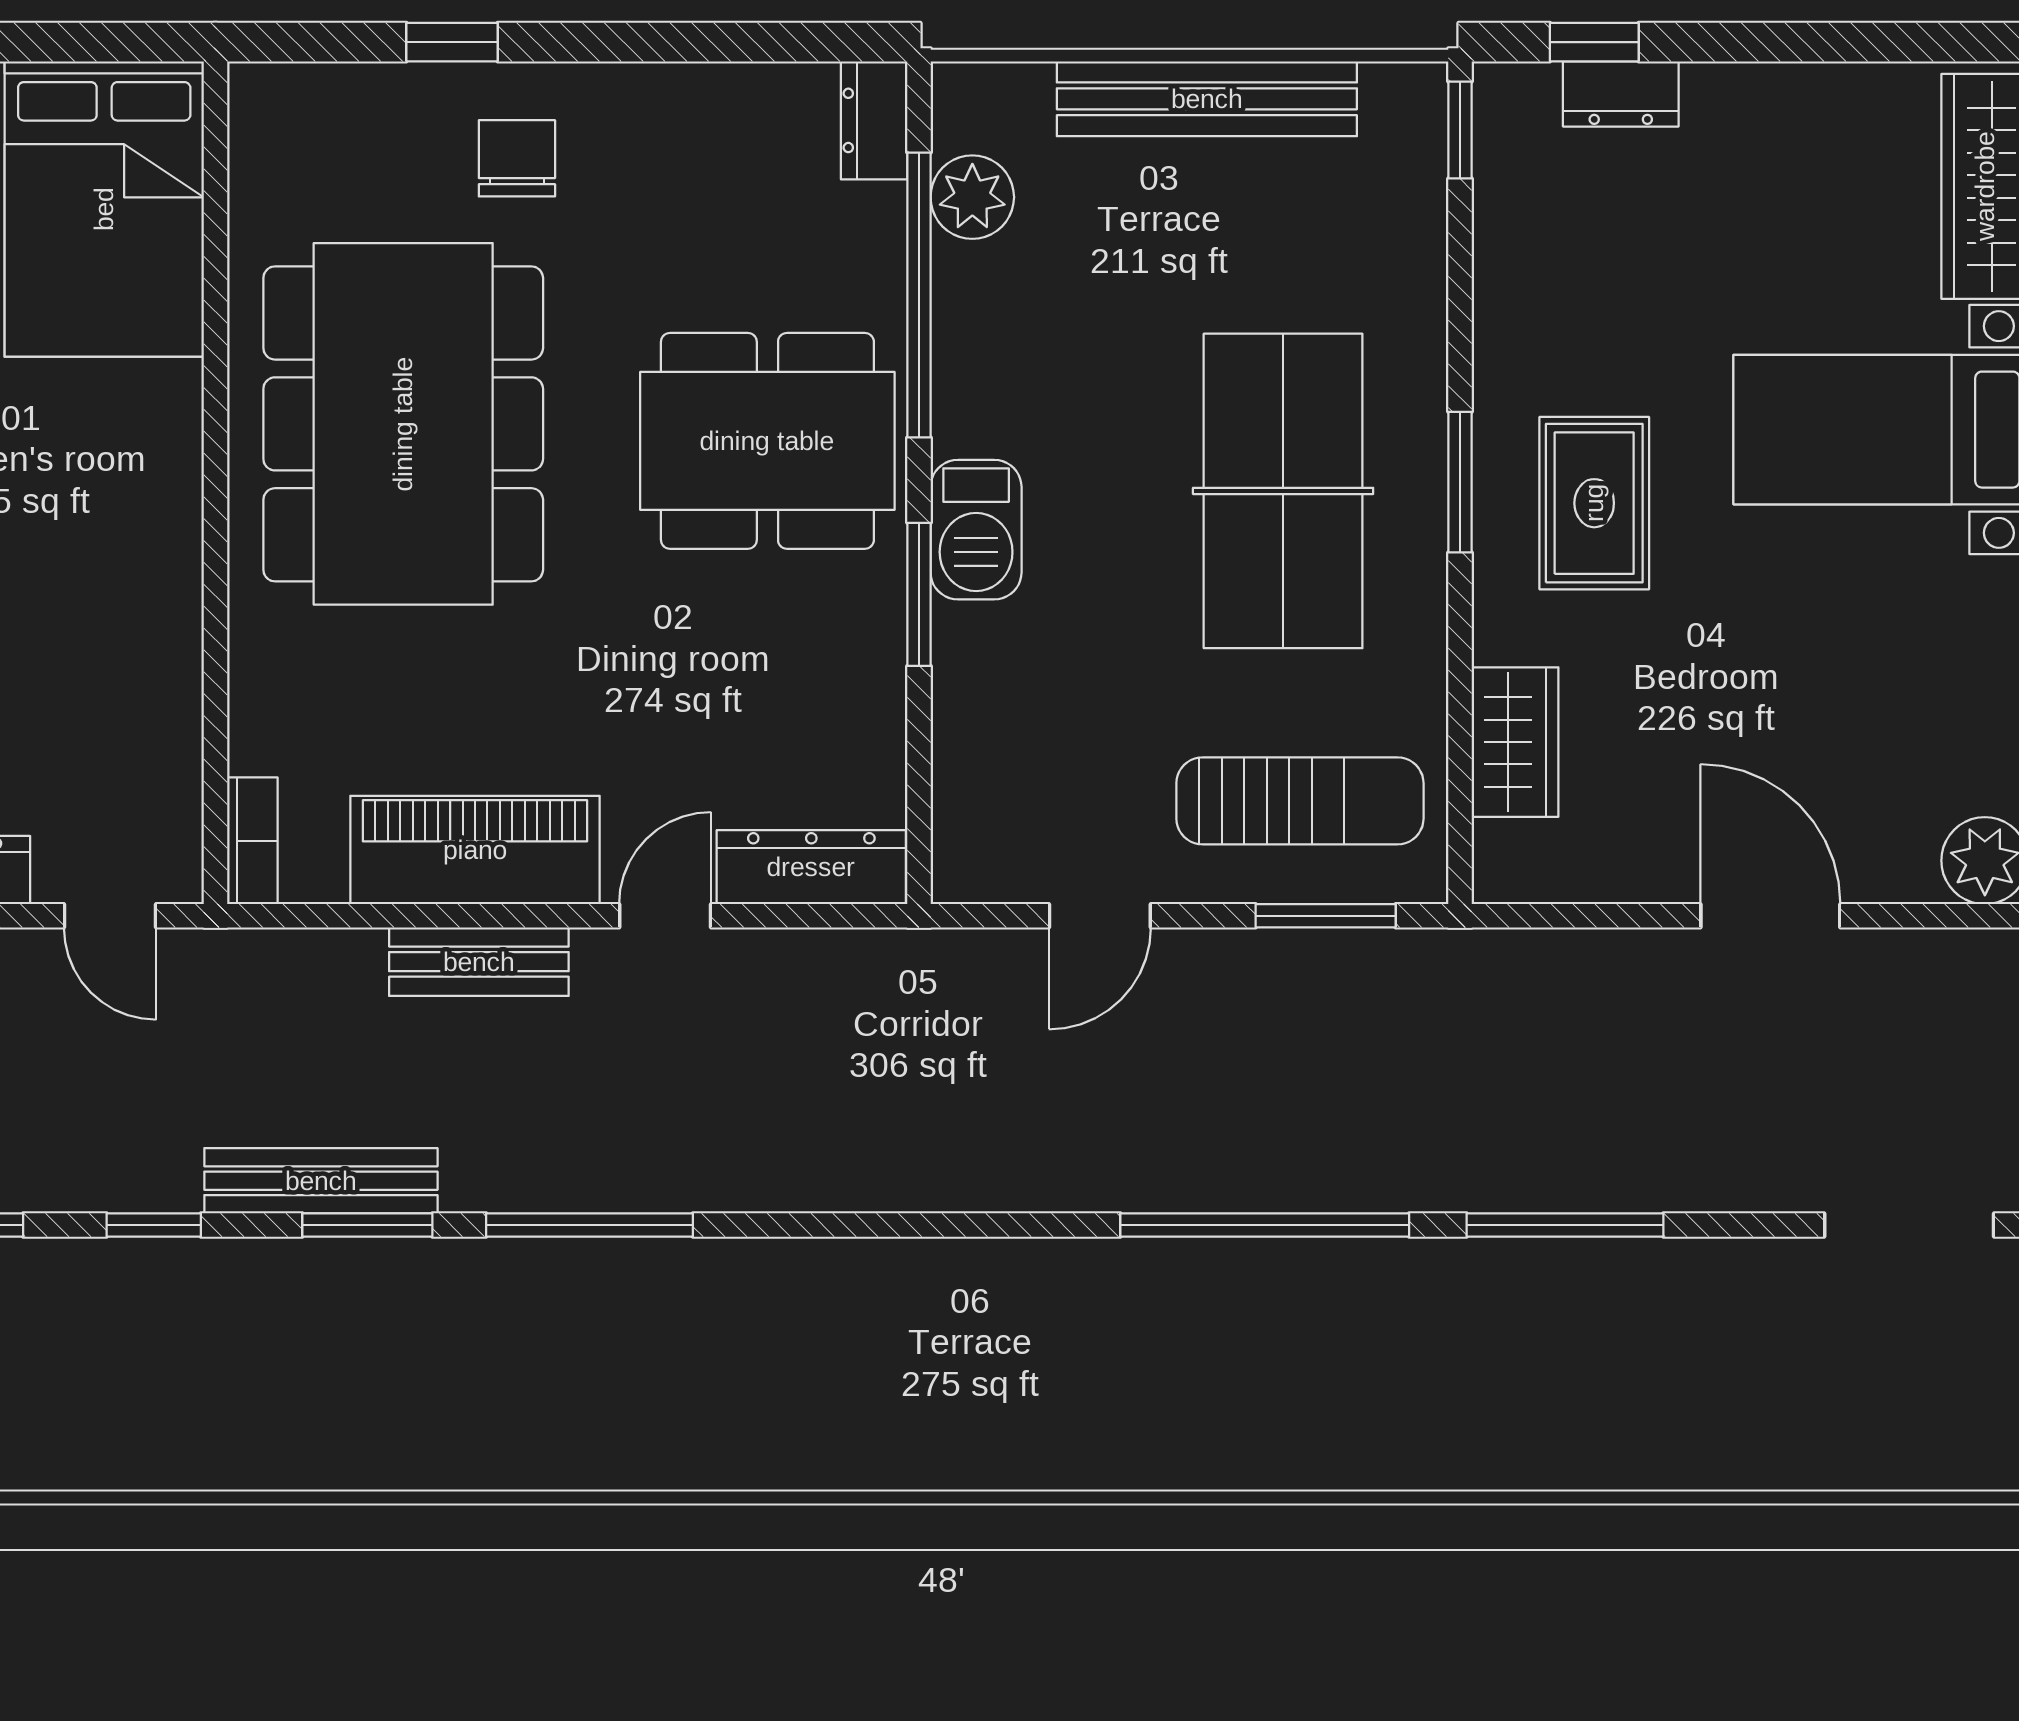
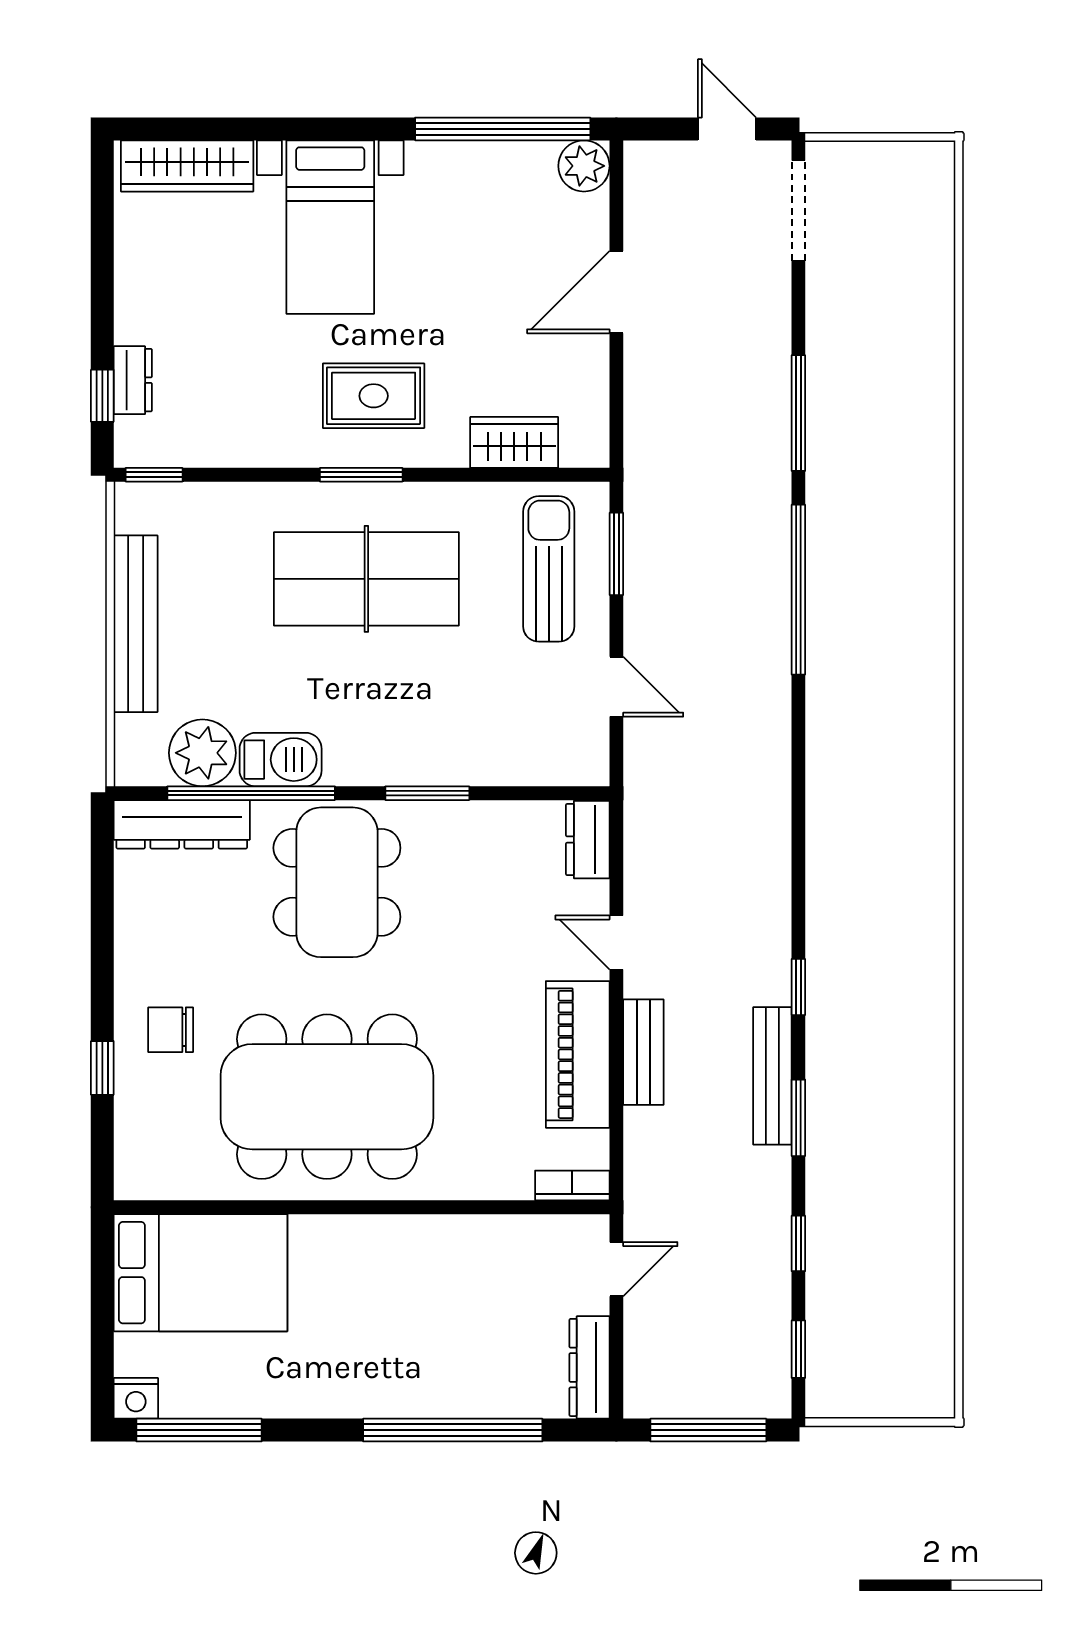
dresser: (874, 120) -> (182, 824), width x1.96, depth x1.24
plant: (972, 197) -> (202, 753), width x1.36, depth x1.36
barbecue: (976, 530) -> (281, 760), moved
dresser: (811, 867) -> (588, 840), width x0.70
bench: (321, 1181) -> (772, 1076), moved
window: (590, 1225) -> (798, 987), width x0.46

